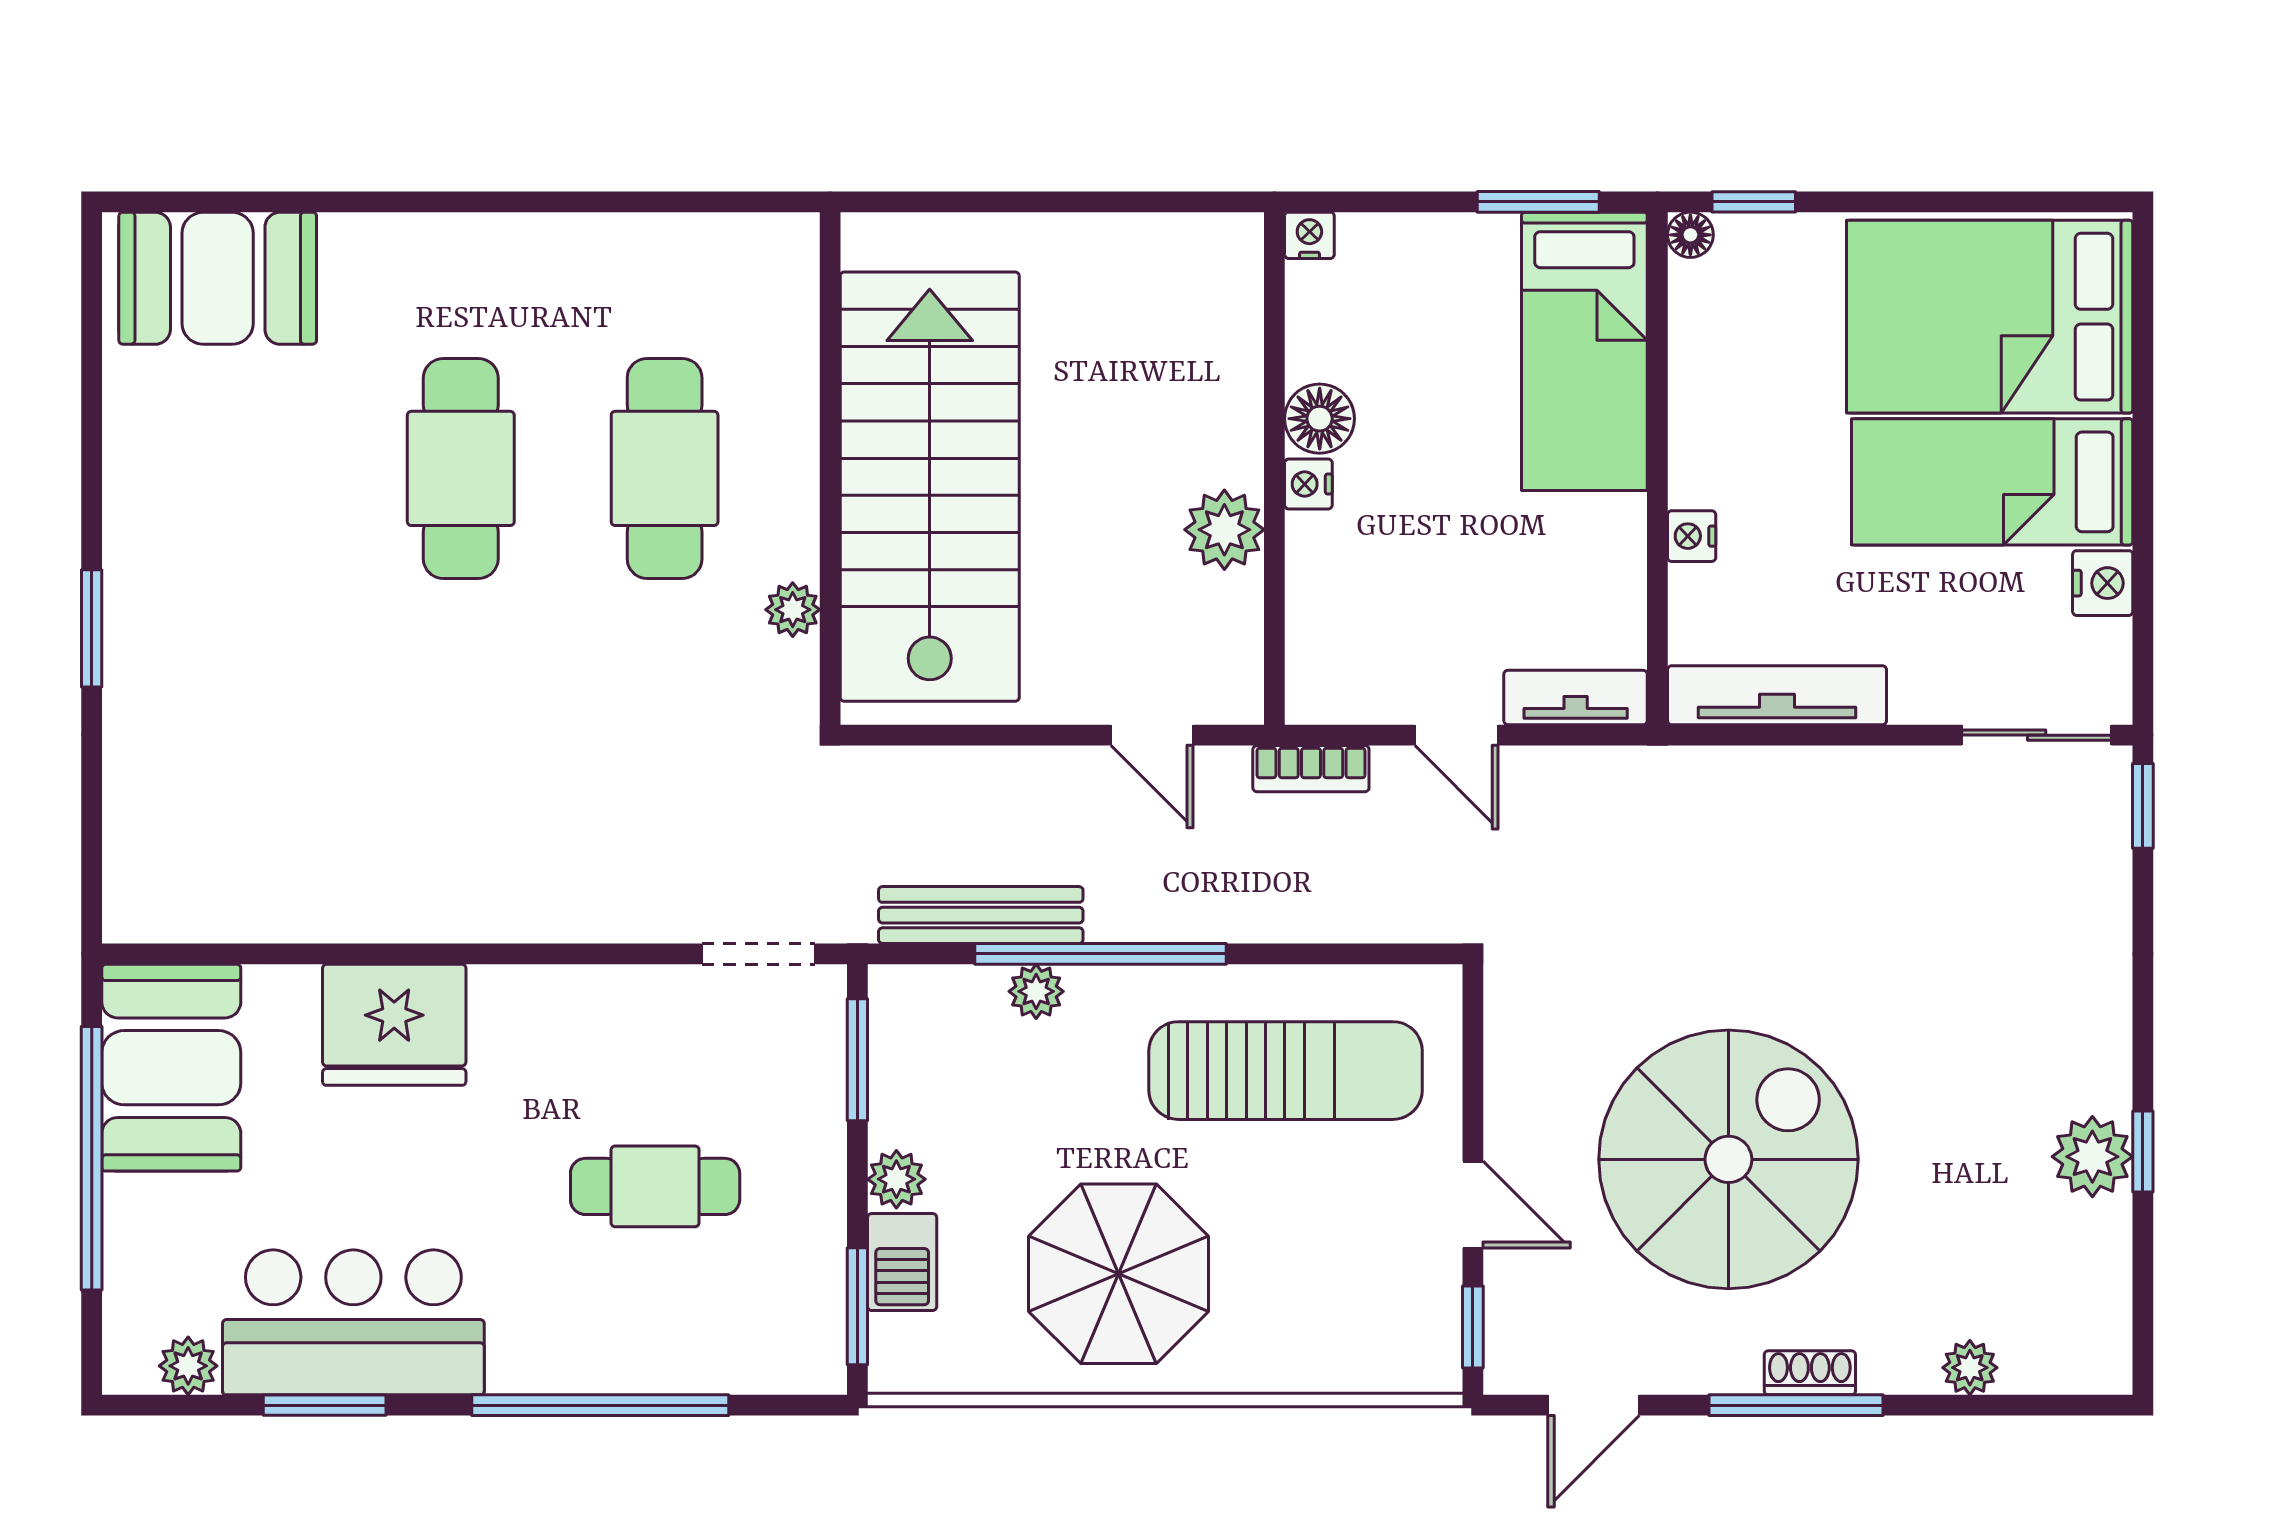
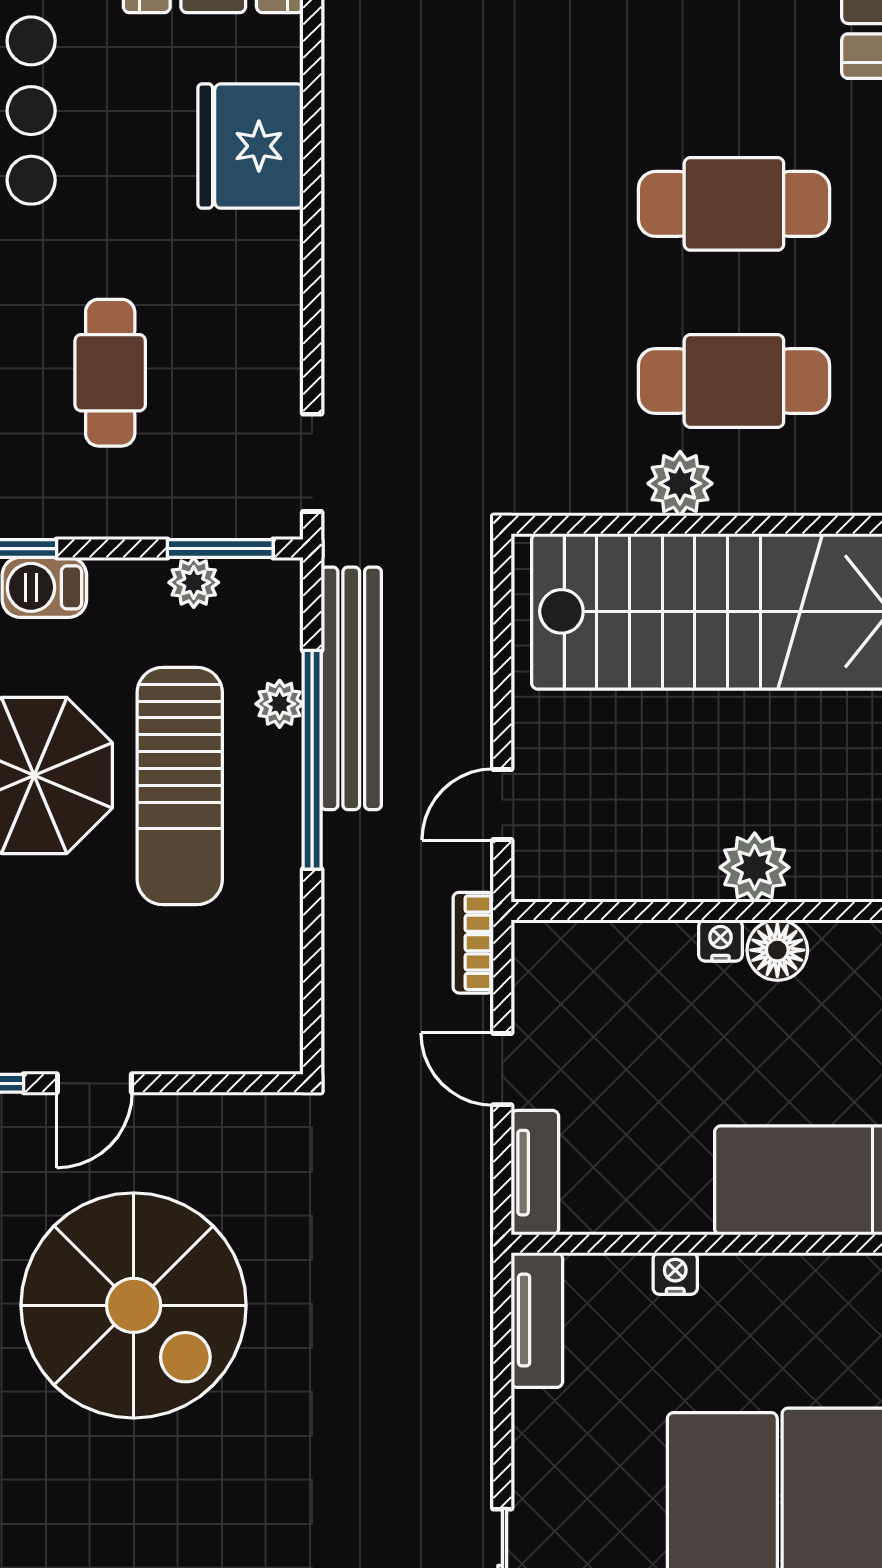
plant: (1224, 530) -> (755, 867), moved
plant: (793, 610) -> (680, 484), moved, width x1.38, depth x1.38
tv unit: (1777, 695) -> (537, 1320), width x0.71
door: (1456, 735) -> (502, 1069), hinge flipped
bench: (981, 915) -> (351, 688), width x1.37, depth x1.21
sun lounger: (1286, 1071) -> (180, 786), moved
plant: (896, 1179) -> (194, 582), moved

